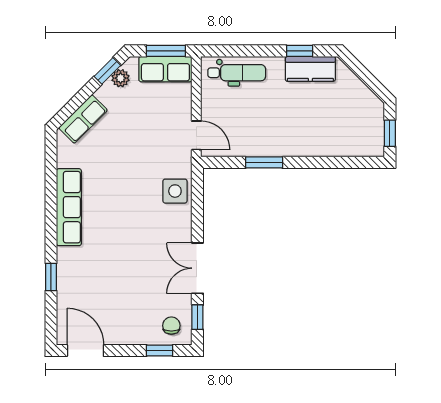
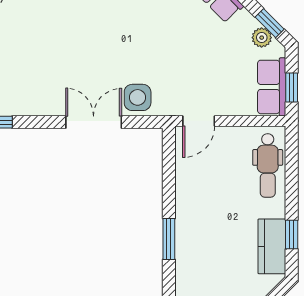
window: (166, 51) -> (292, 87), width x0.67
window: (264, 162) -> (169, 239), moved
double door: (197, 268) -> (94, 122), moved

